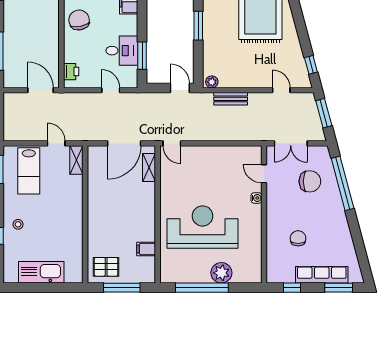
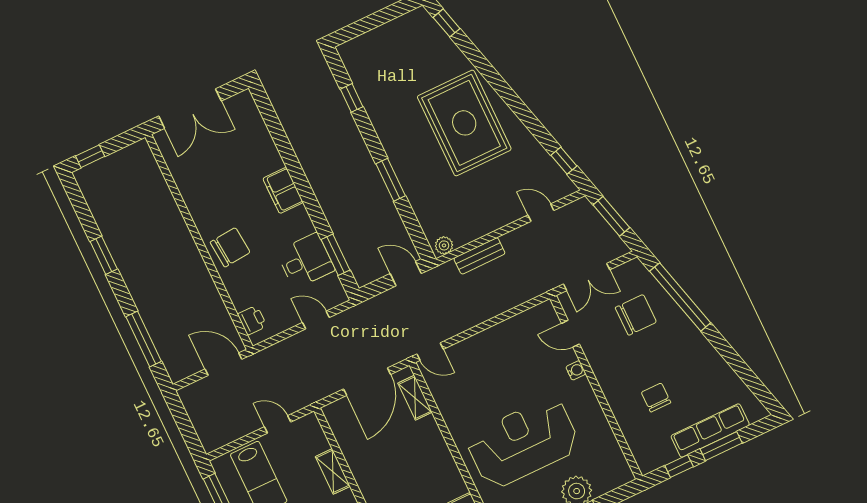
chair: (79, 20) -> (230, 247), turned 96
shelving: (76, 160) -> (333, 471), moved
window: (339, 288) -> (721, 446), moved

